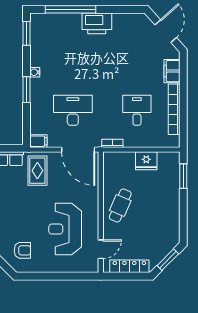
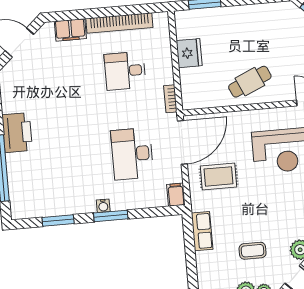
window: (26, 33) -> (58, 221), moved
water cooler: (35, 72) -> (103, 206), moved
rug: (37, 171) -> (219, 176), moved
cafe table: (120, 205) -> (250, 82), turned -47

